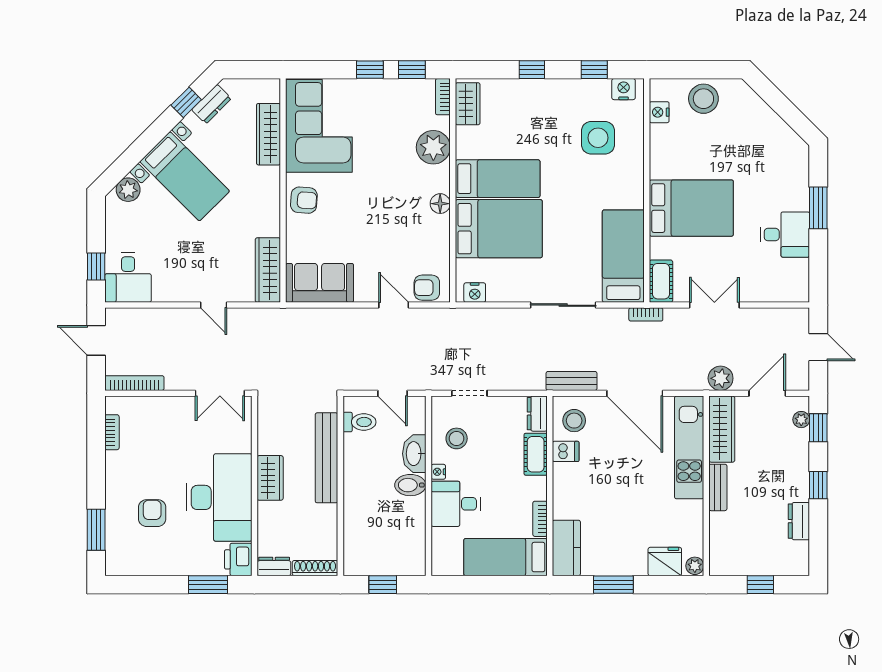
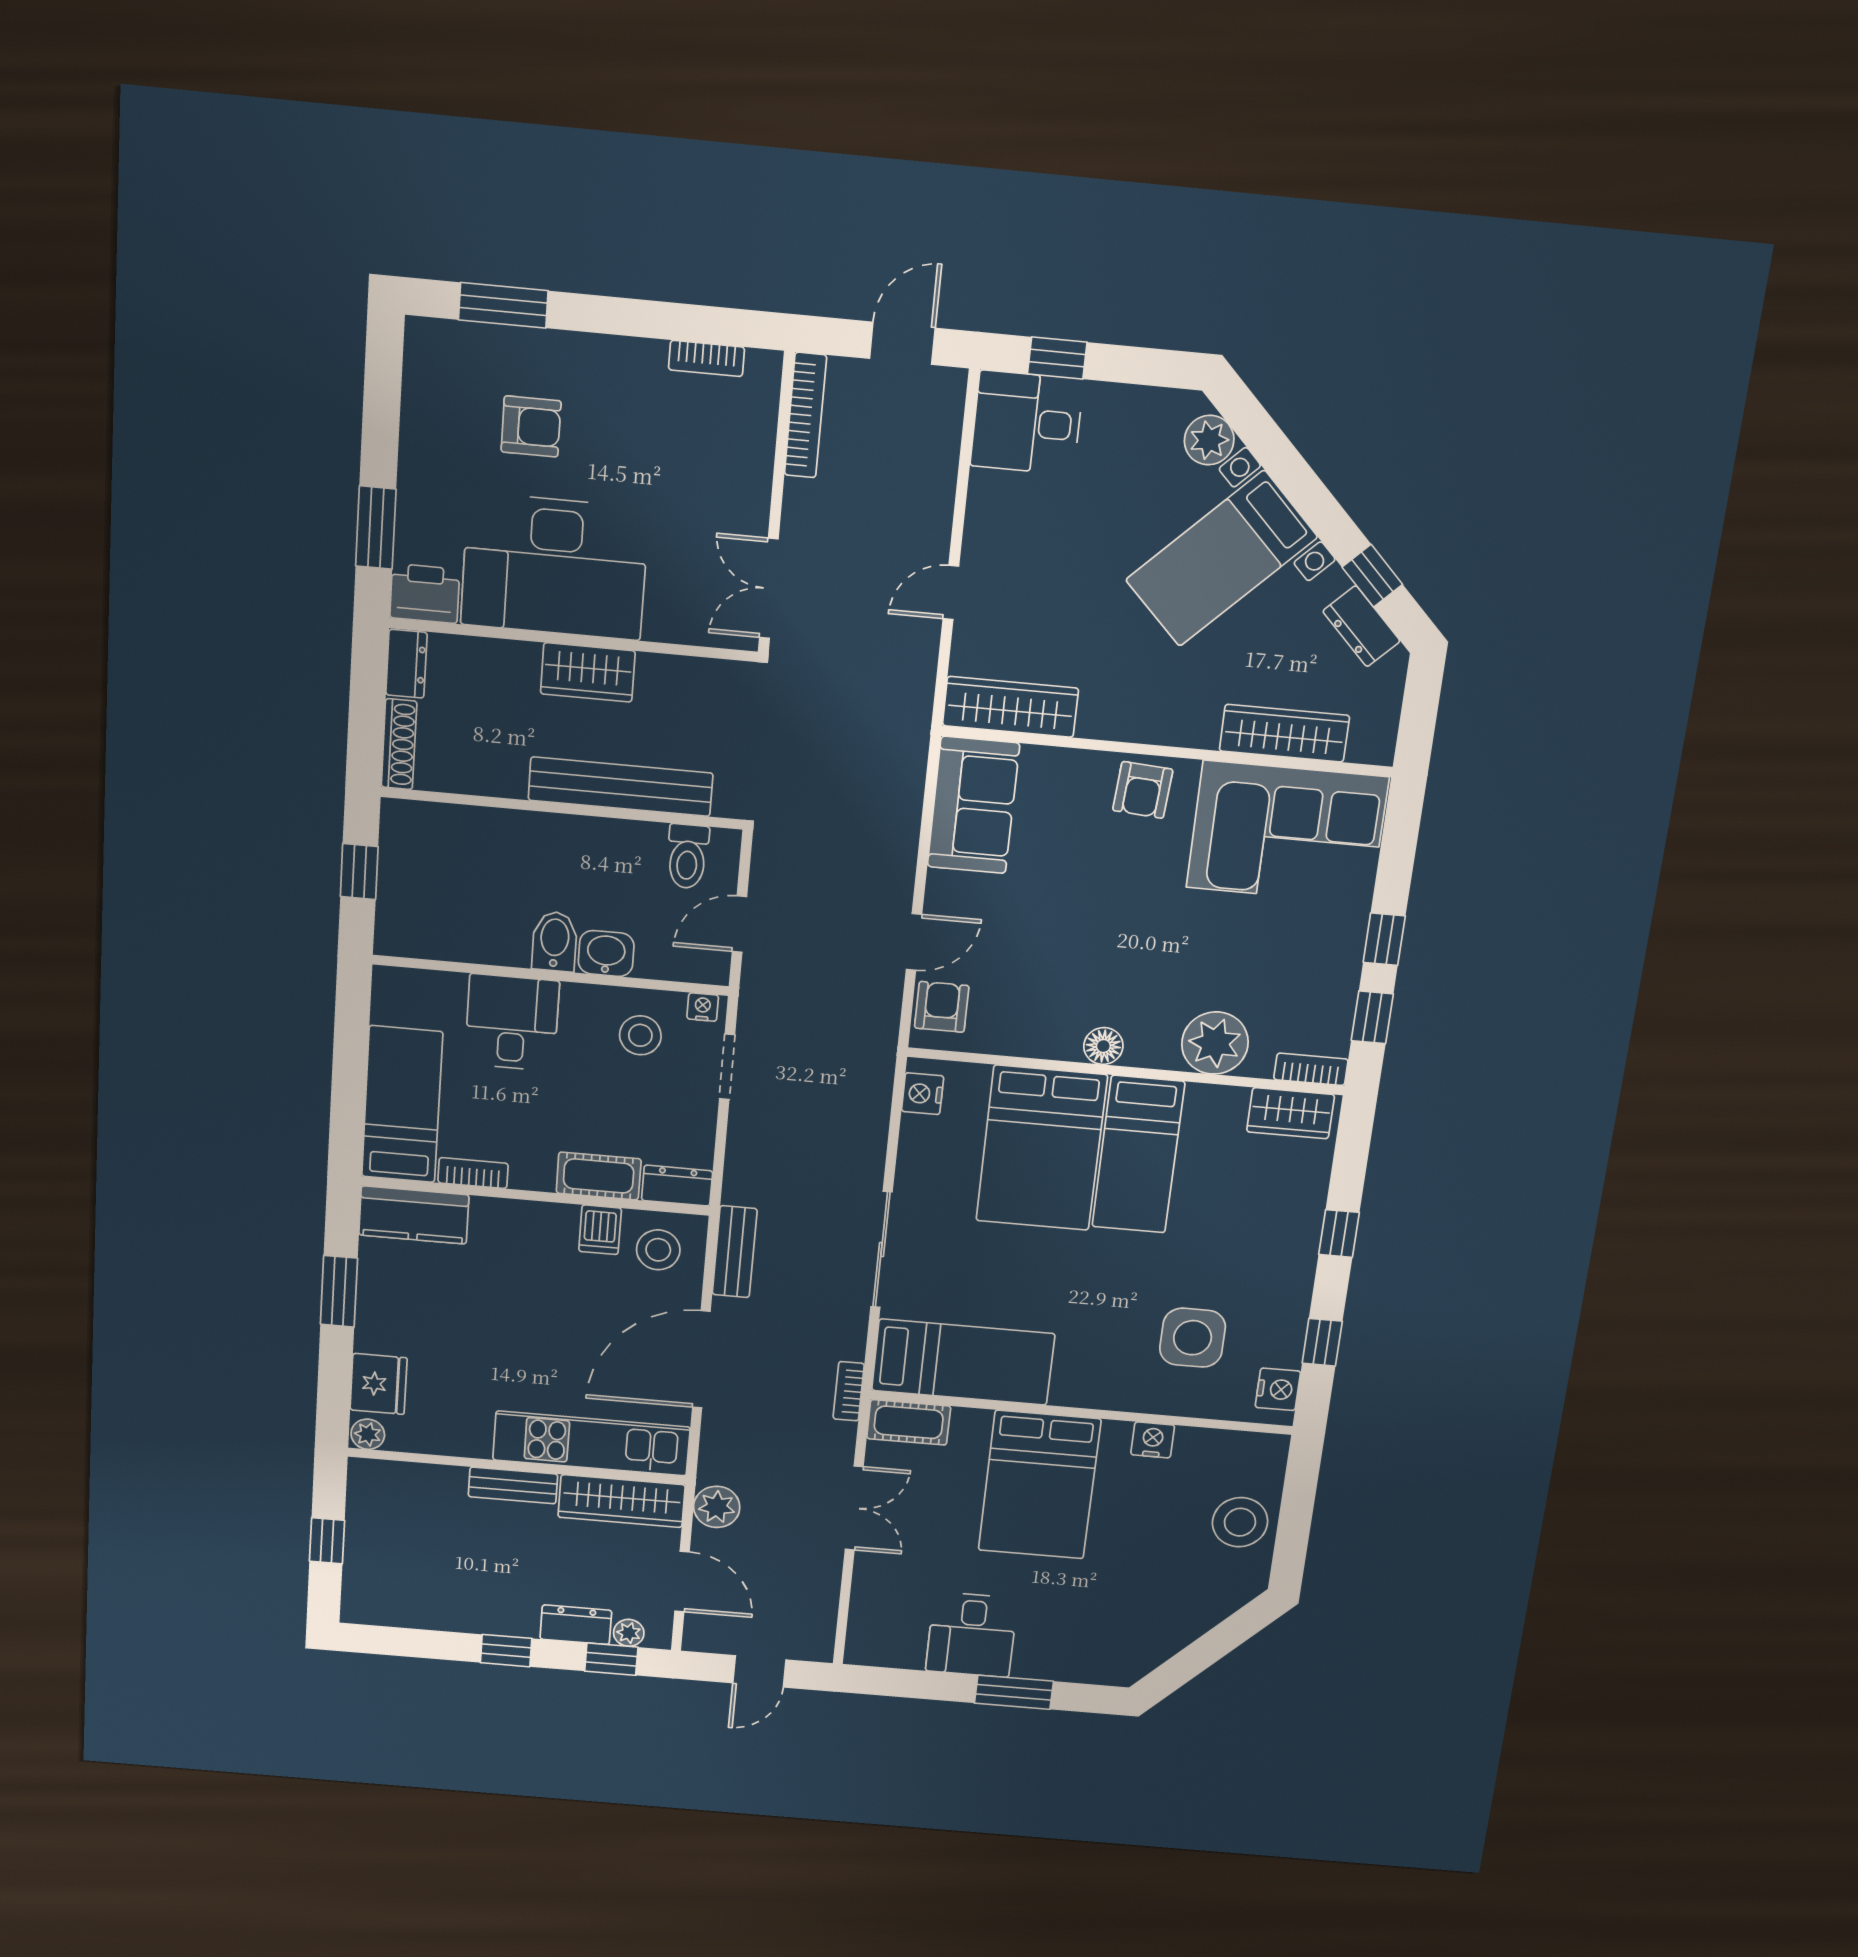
nightstand: (659, 112) -> (1153, 1440), moved
washbasin: (414, 454) -> (606, 953), width x0.72
nightstand: (438, 472) -> (703, 1007), moved
dresser: (799, 521) -> (576, 1625), moved

